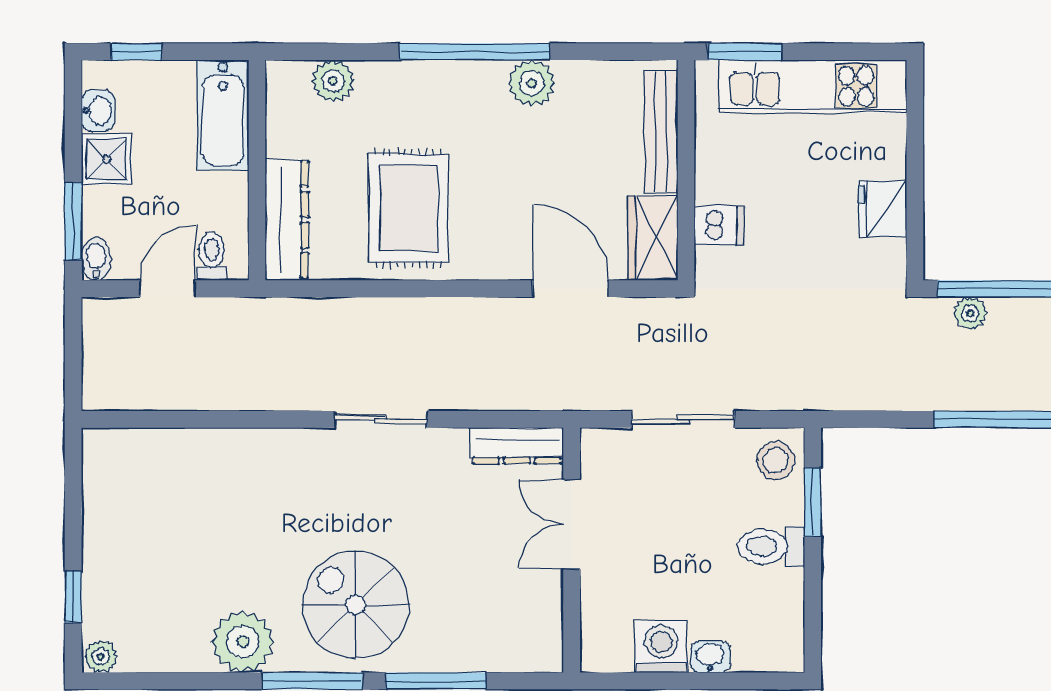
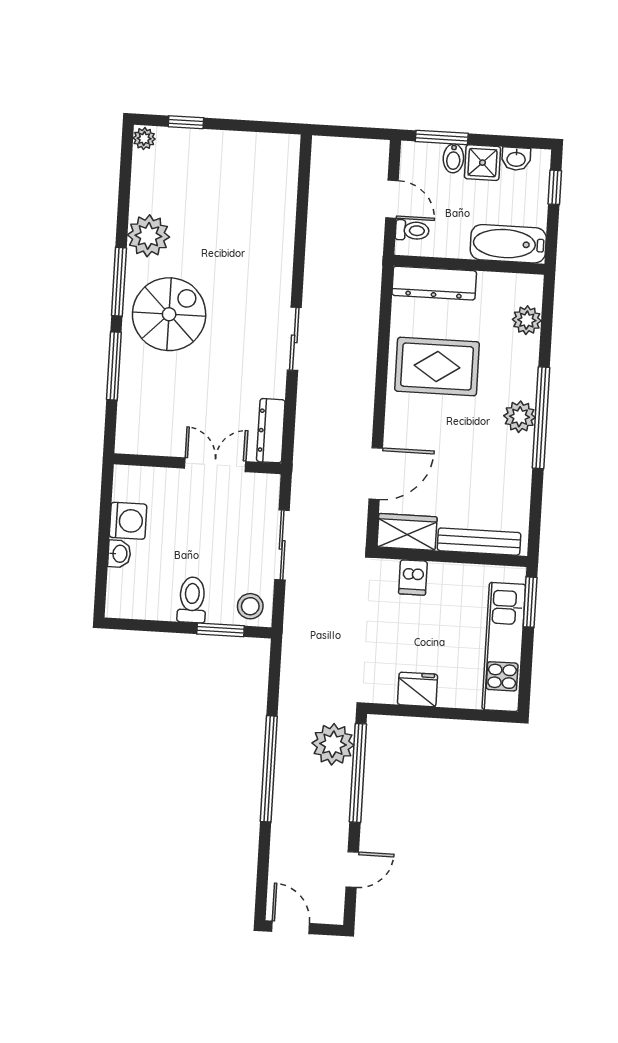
plant: (532, 83) -> (520, 417), moved
bidet: (96, 259) -> (453, 158), moved, turned 90
plant: (970, 313) -> (333, 744), width x1.87, depth x1.87

